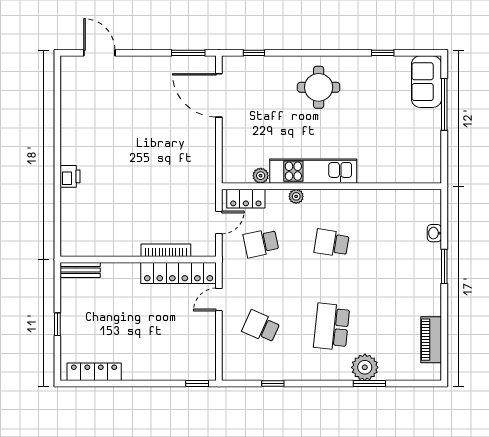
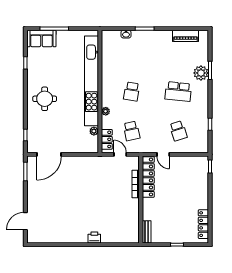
kitchen unit: (313, 171) -> (91, 81), width x1.86
school desk: (261, 327) -> (178, 131), turned -42

